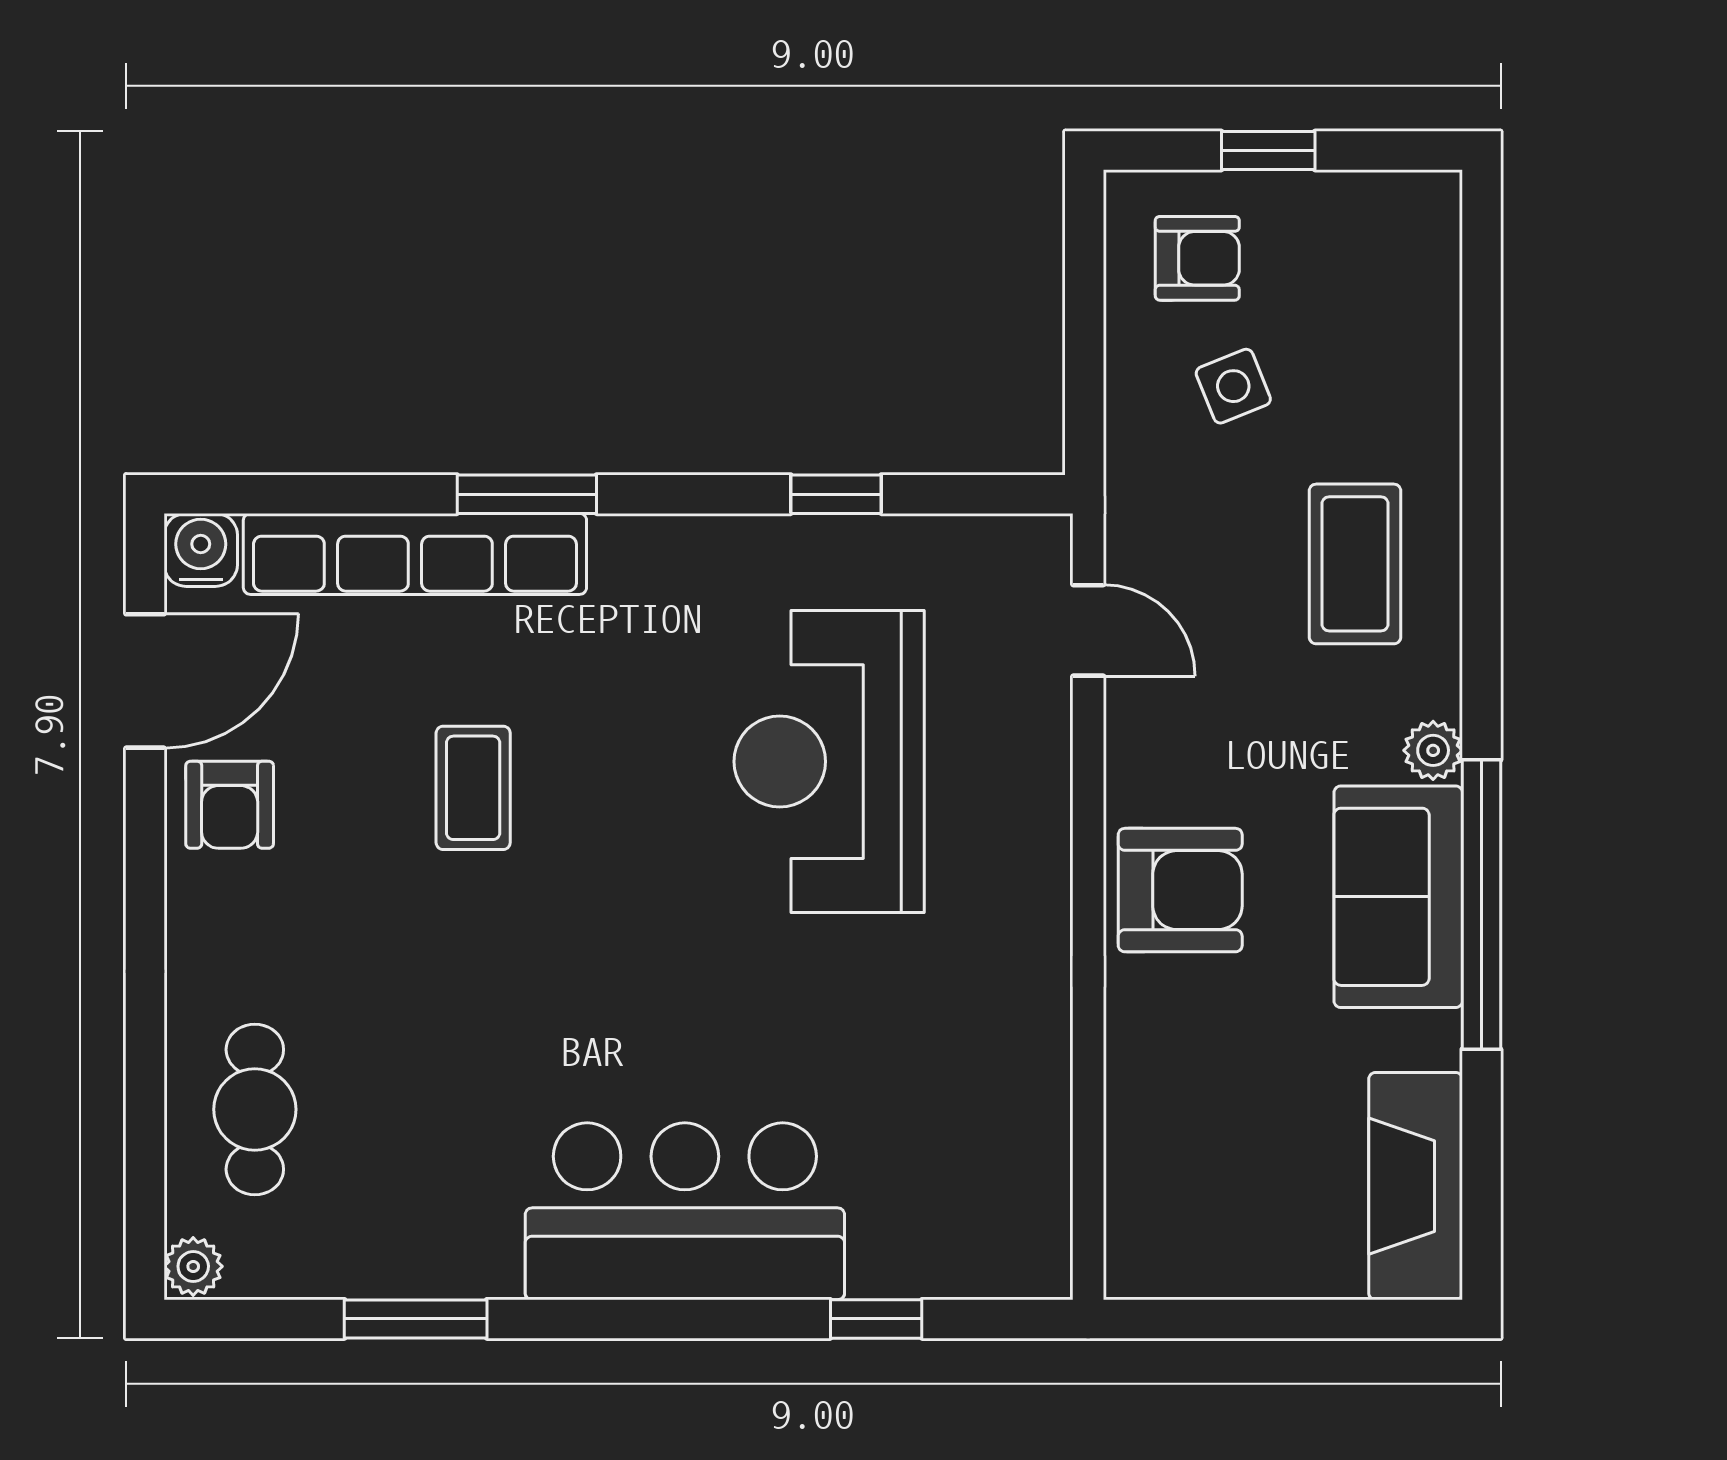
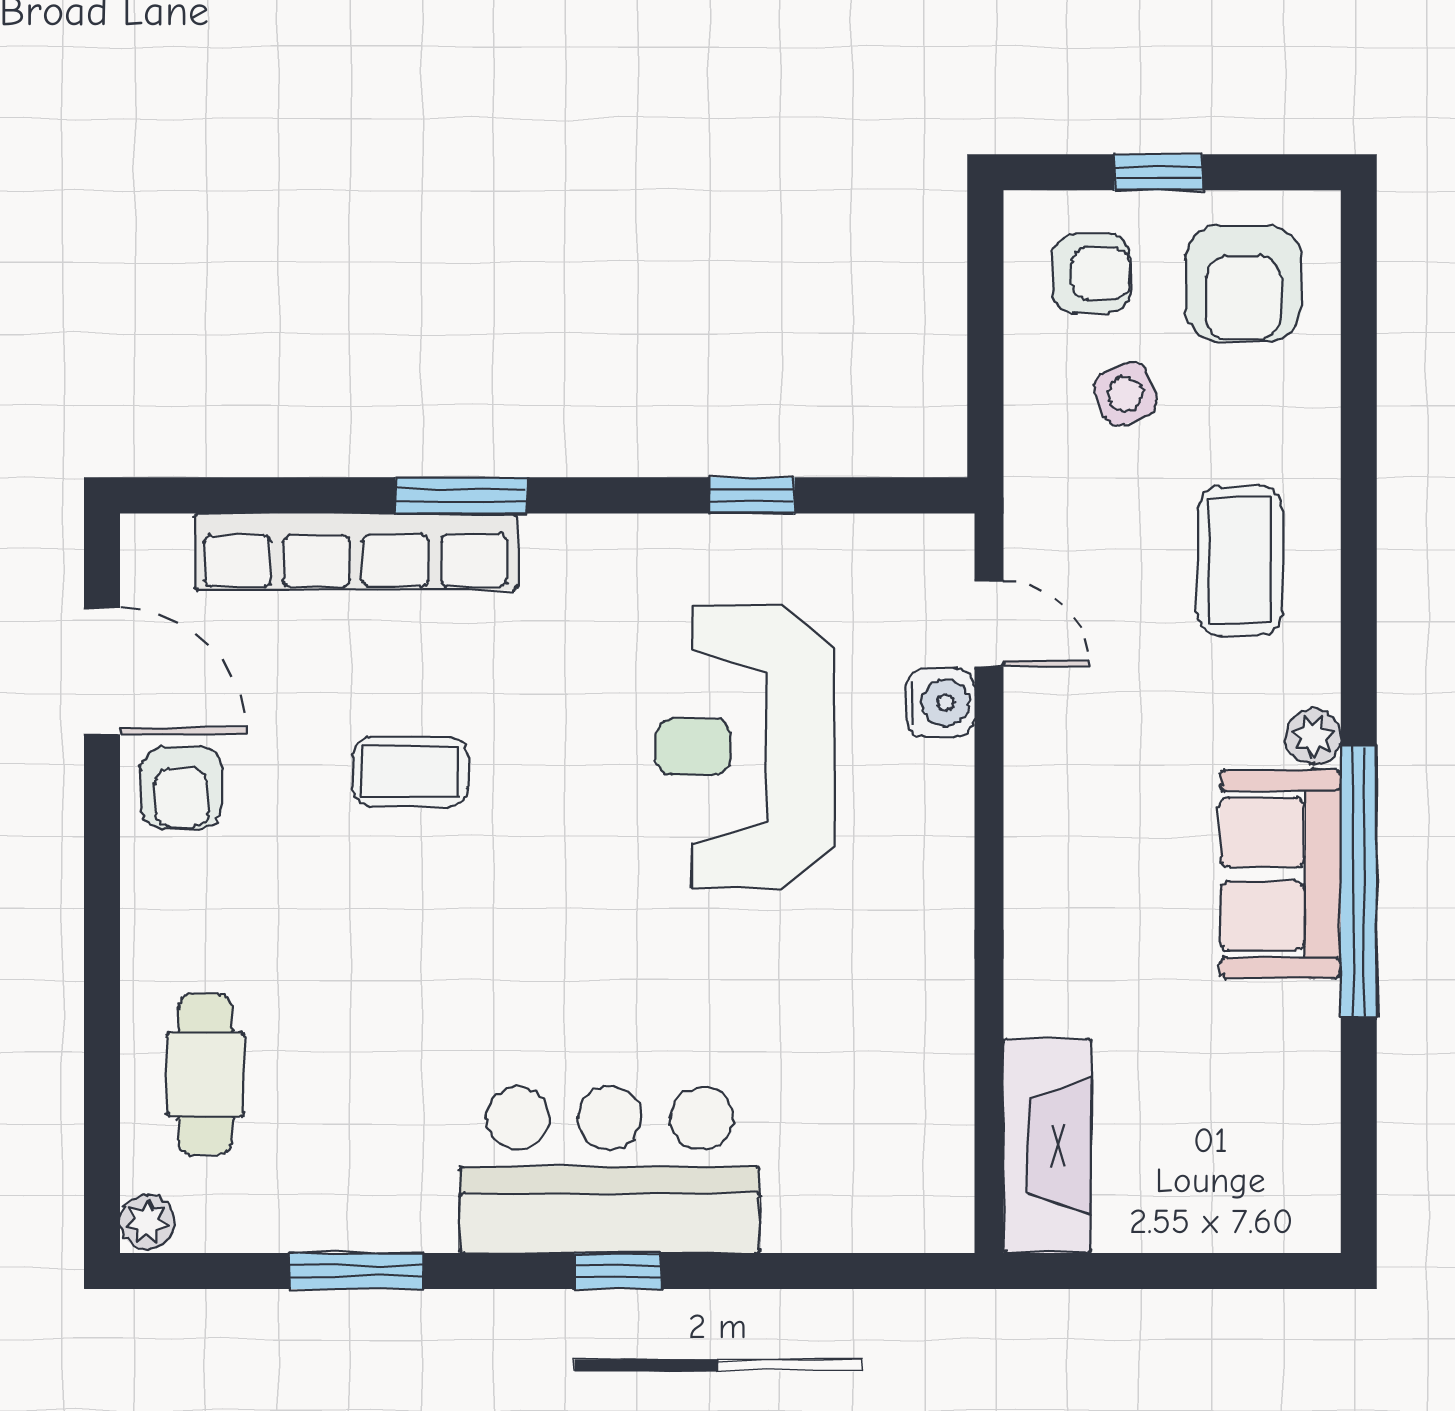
water cooler: (201, 550) -> (940, 703), moved, turned 90
door: (145, 681) -> (102, 671), hinge flipped
coffee table: (473, 788) -> (411, 772), turned 90
armchair: (1180, 890) -> (1243, 283), moved, turned 90
fireplace: (1416, 1186) -> (1047, 1146), moved, turned 180
window: (876, 1319) -> (617, 1271), moved

